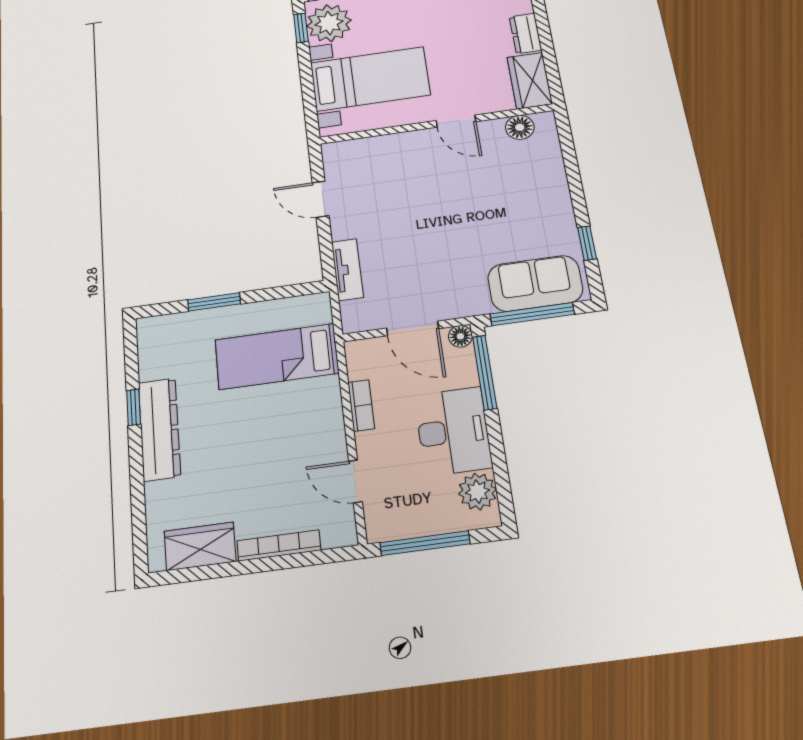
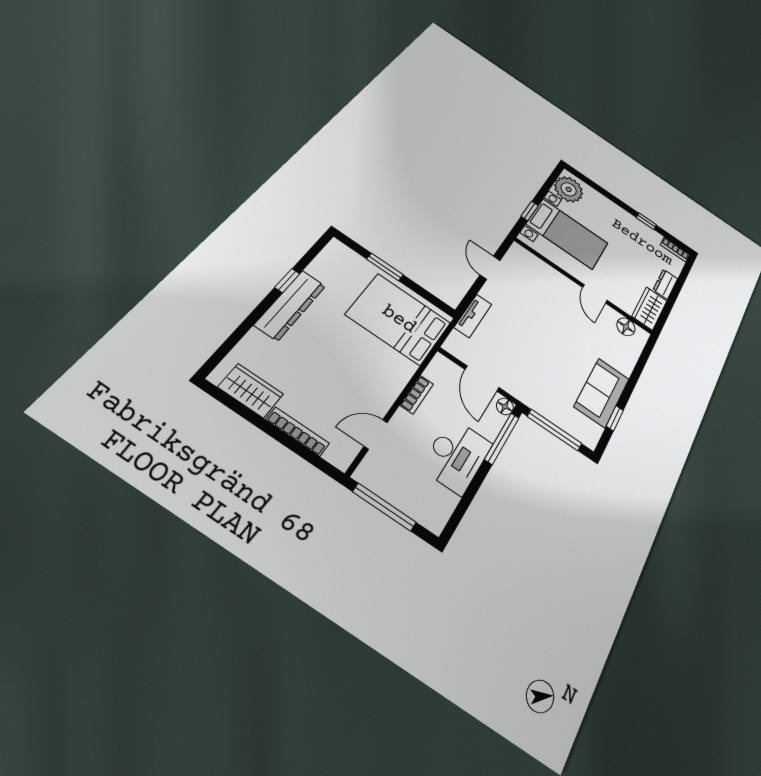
window: (301, 28) -> (530, 211), moved
sofa: (535, 283) -> (602, 393), moved, turned -90
bed: (277, 356) -> (399, 319), width x1.50
door: (355, 481) -> (376, 434), hinge flipped
plant: (477, 492) -> (441, 503), removed

